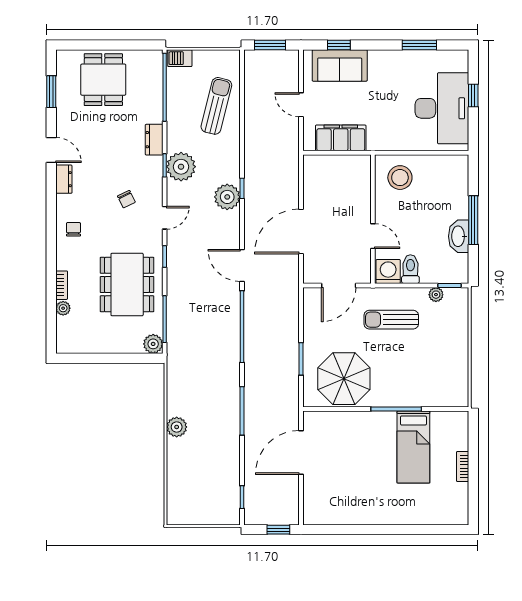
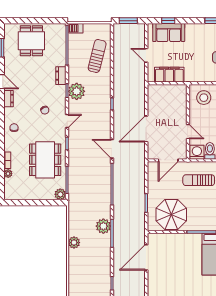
plant: (227, 197) -> (103, 226), moved

